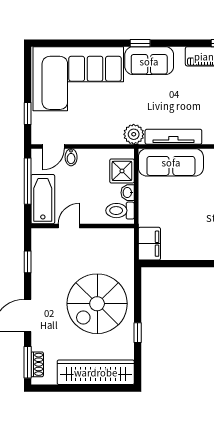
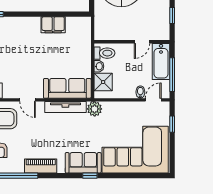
filing cabinet: (149, 244) -> (53, 25), moved, turned -90

